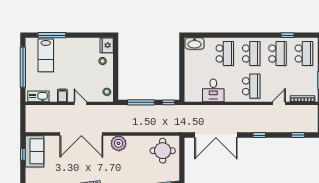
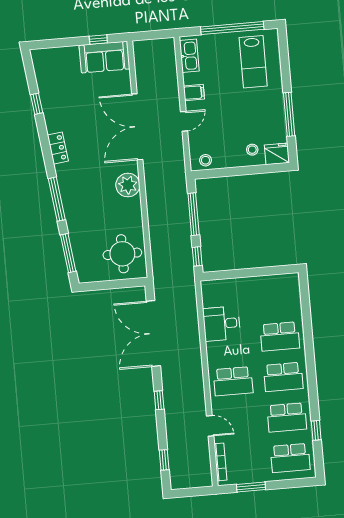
window: (52, 35) -> (289, 114), moved
washbasin: (195, 43) -> (291, 289), removed
lab bench: (46, 55) -> (253, 62), turned -90

